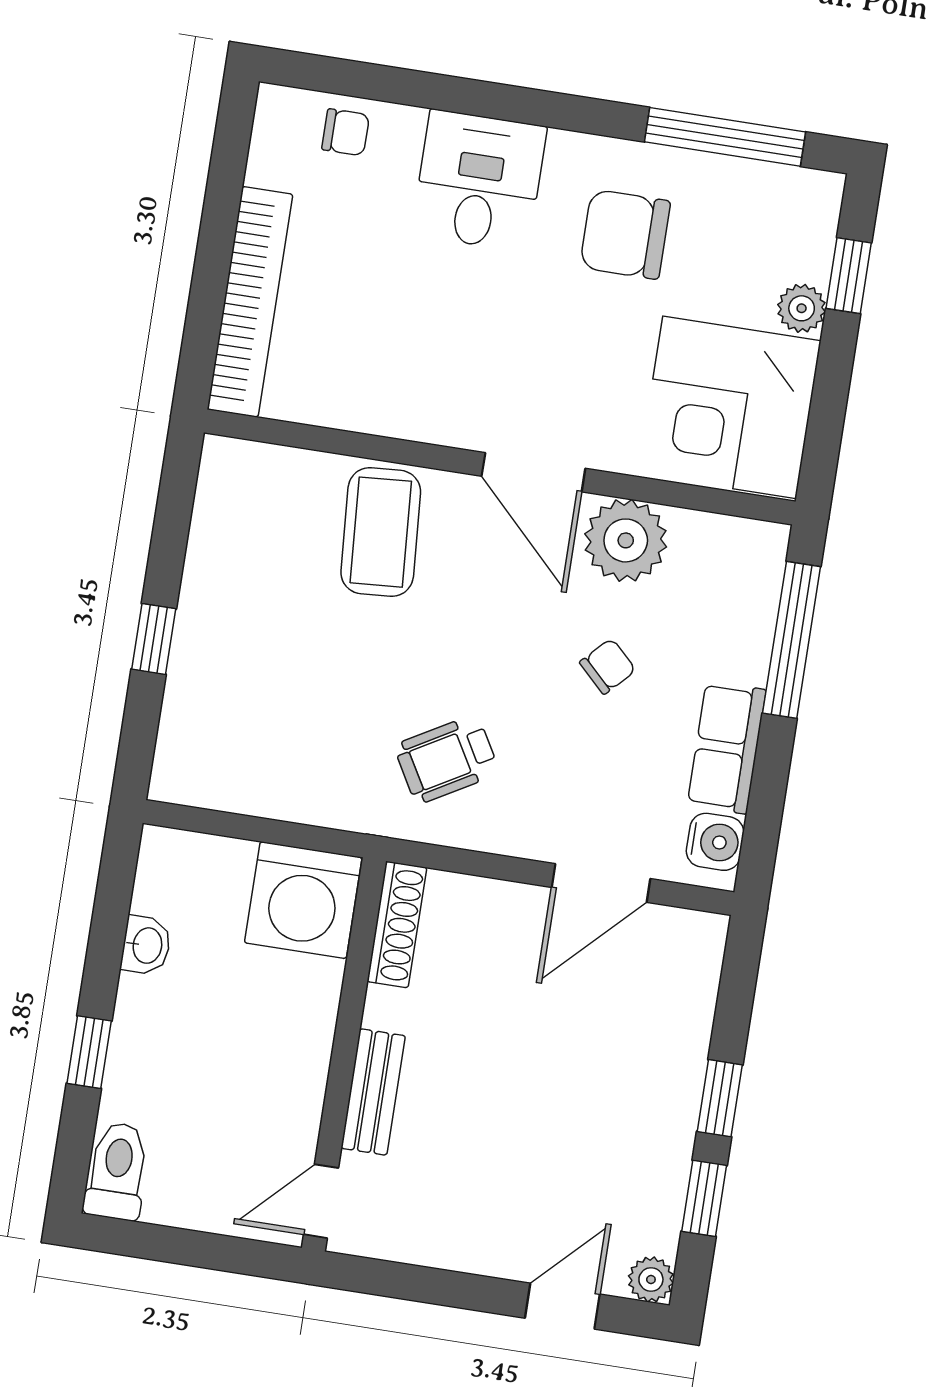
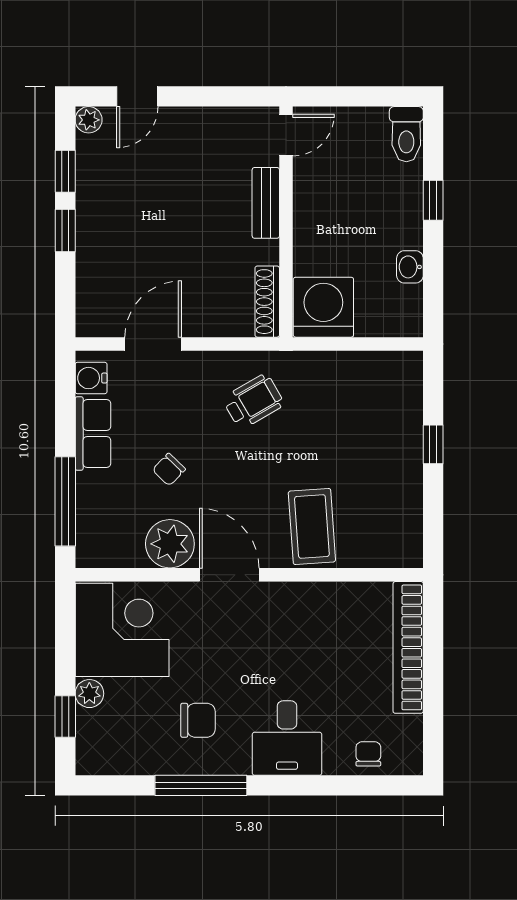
chair: (346, 132) -> (368, 754), turned 90
window: (725, 137) -> (201, 785), moved
chair: (625, 234) -> (198, 720), width x0.73, depth x0.73

